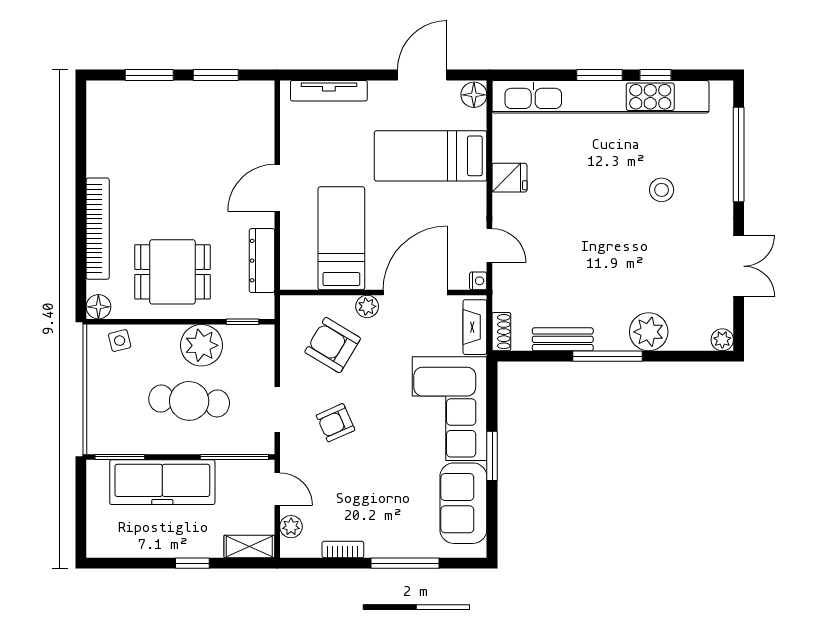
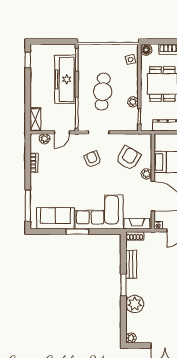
plant: (201, 345) -> (133, 102), width x0.53, depth x0.53
window: (608, 356) -> (123, 285), width x0.69
window: (192, 563) -> (28, 60), moved
window: (405, 563) -> (28, 206), moved

